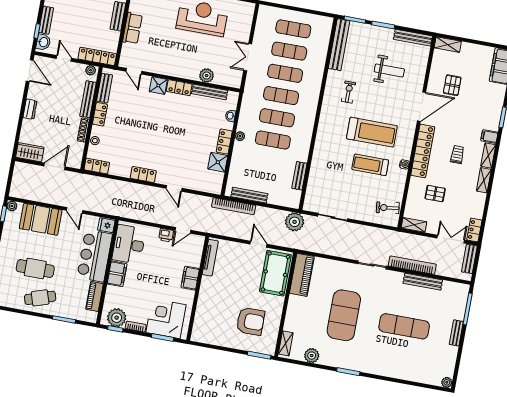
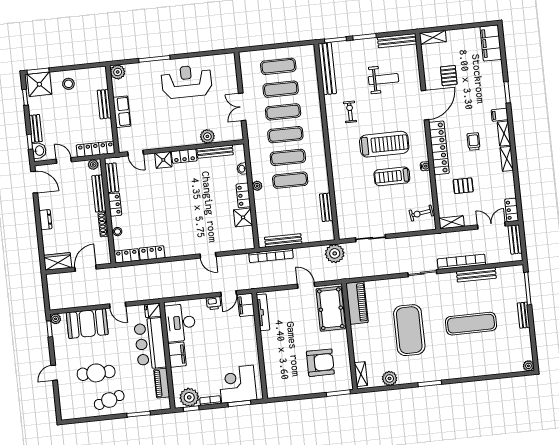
locker: (143, 174) -> (152, 253), moved
filing cabinet: (190, 278) -> (246, 305), moved

